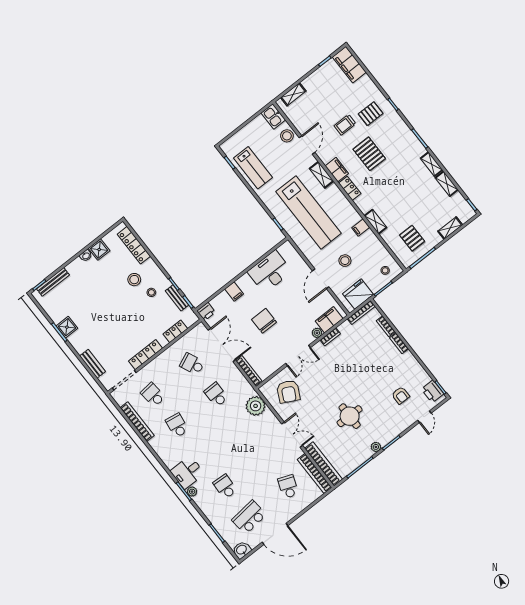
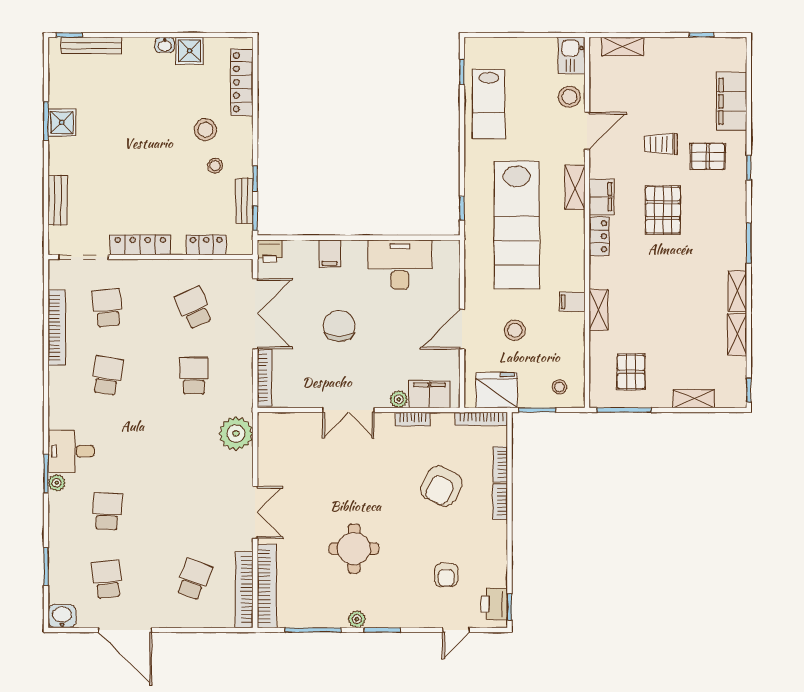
filing cabinet: (349, 65) -> (732, 101), moved
armchair: (288, 392) -> (441, 486), moved
school desk: (249, 517) -> (107, 579), width x0.54

